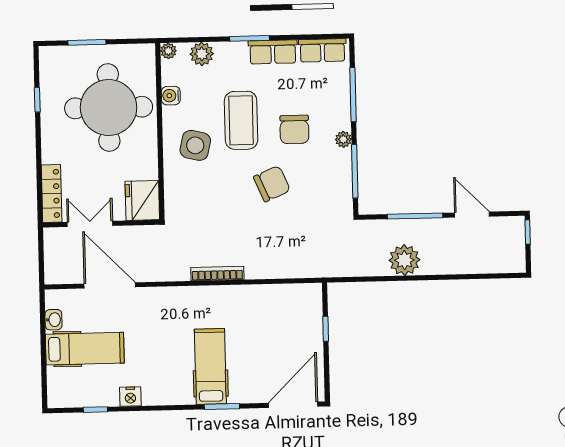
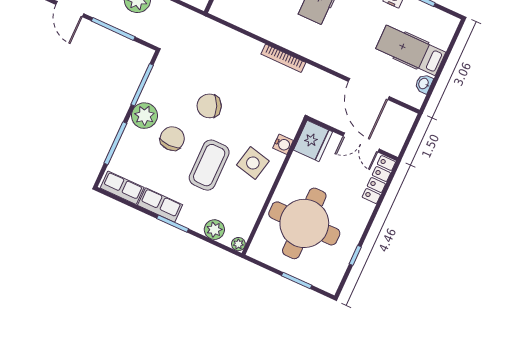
water cooler: (171, 96) -> (283, 144), moved
plant: (343, 139) -> (144, 116), width x1.87, depth x1.87

